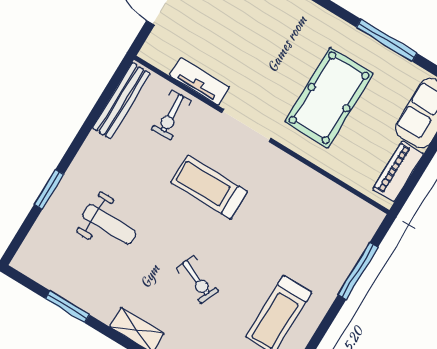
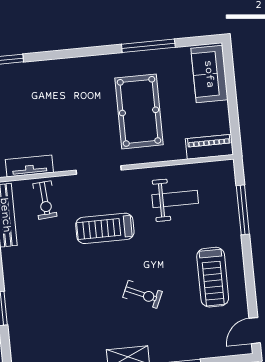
tv unit: (200, 81) -> (29, 166), moved
piano: (398, 172) -> (209, 147), moved, turned 90
weight bench: (109, 224) -> (175, 199), moved

